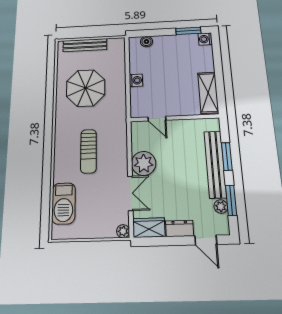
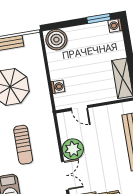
boiler: (146, 42) -> (56, 40), width x1.86, depth x1.86
washing machine: (136, 80) -> (58, 87), moved

